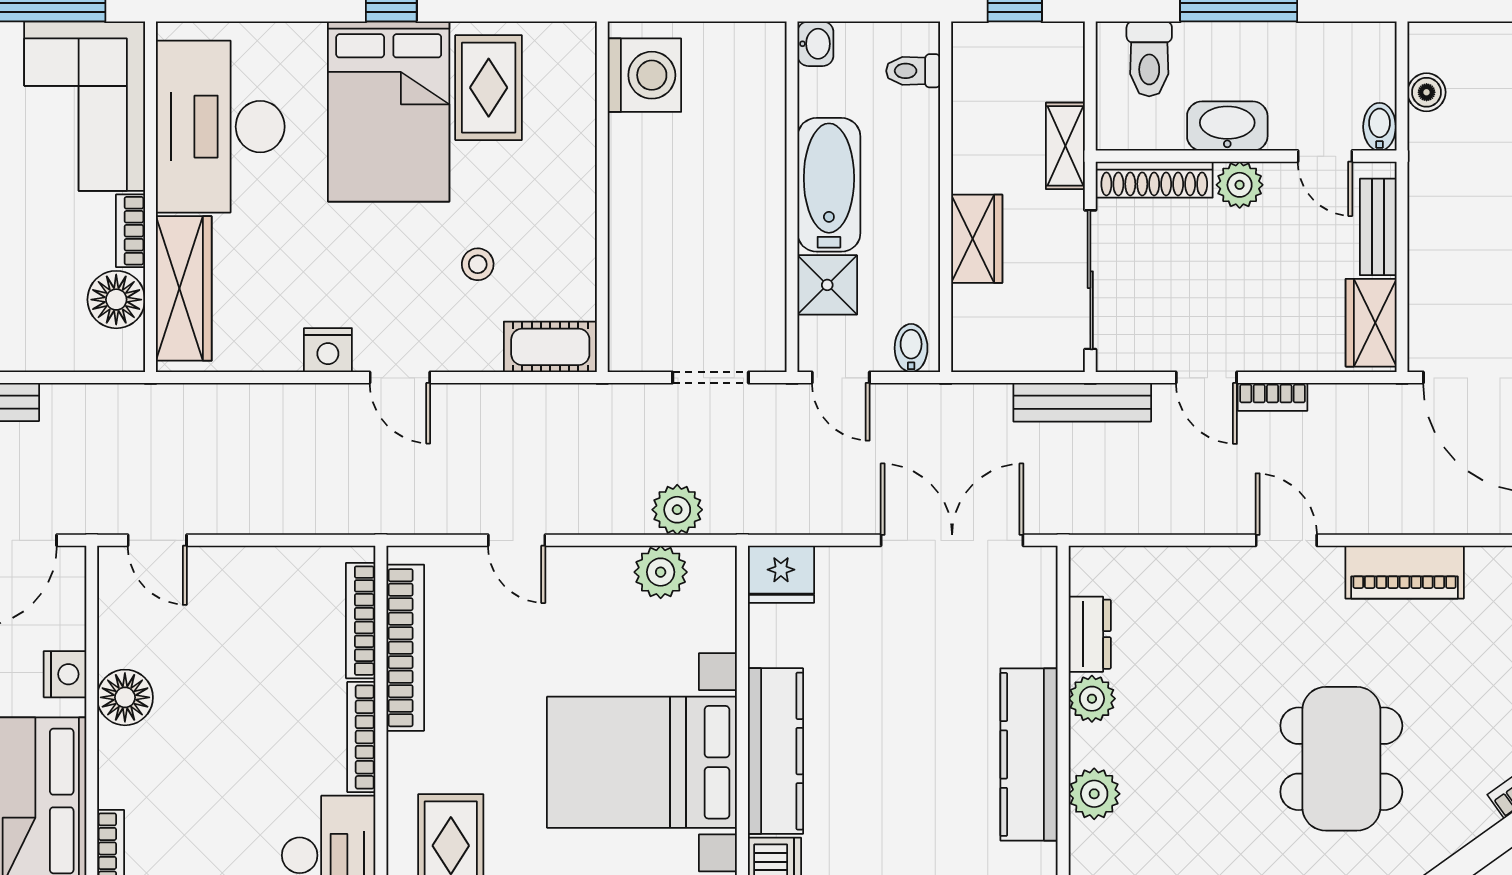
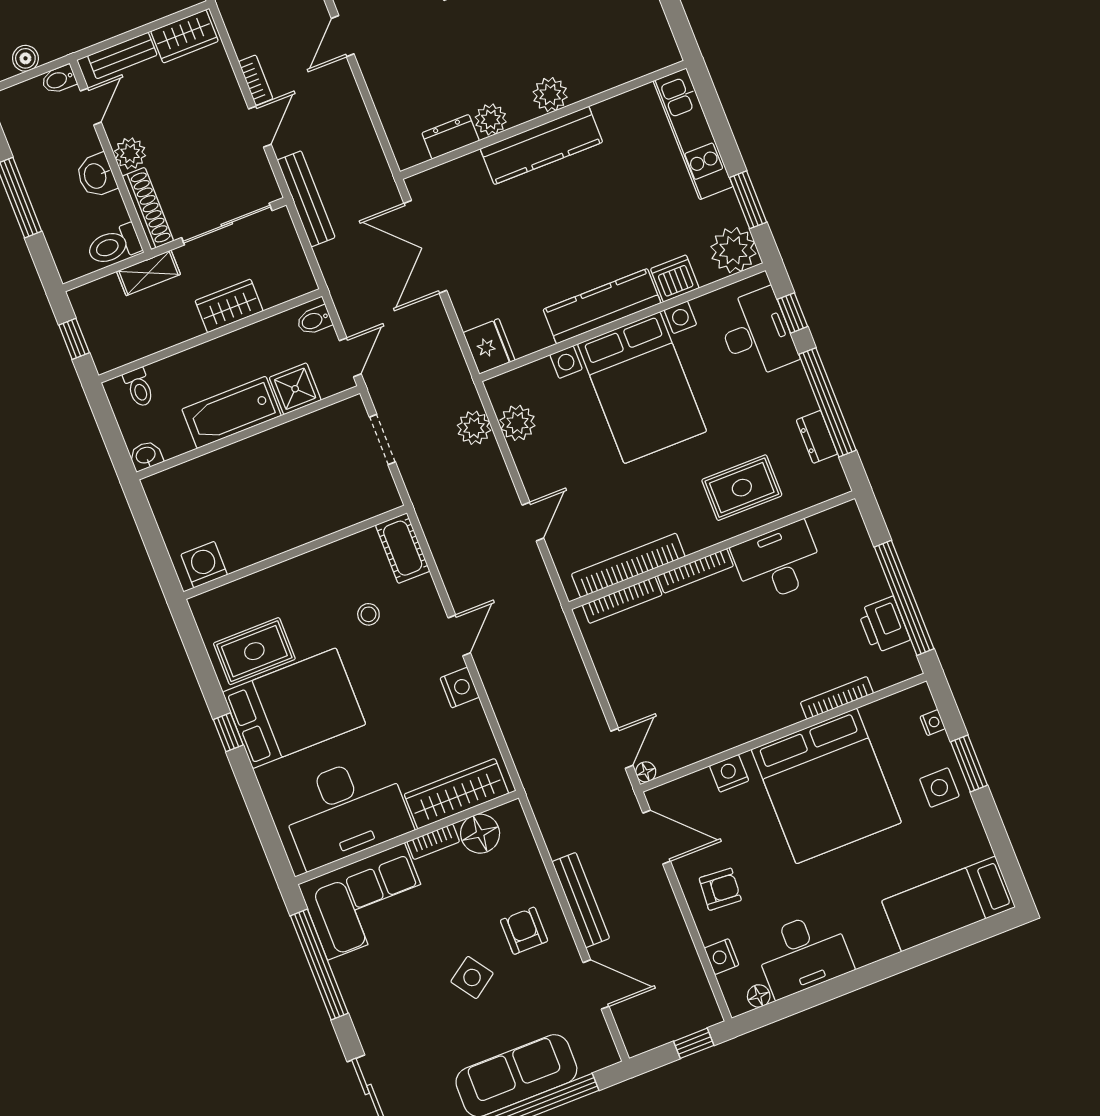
toilet: (1149, 59) -> (114, 245), moved, turned 180
washing machine: (644, 75) -> (204, 565), width x0.73, depth x0.73
washbasin: (1227, 126) -> (96, 176), width x0.72
floor lamp: (125, 697) -> (646, 772), moved, width x0.53, depth x0.53

